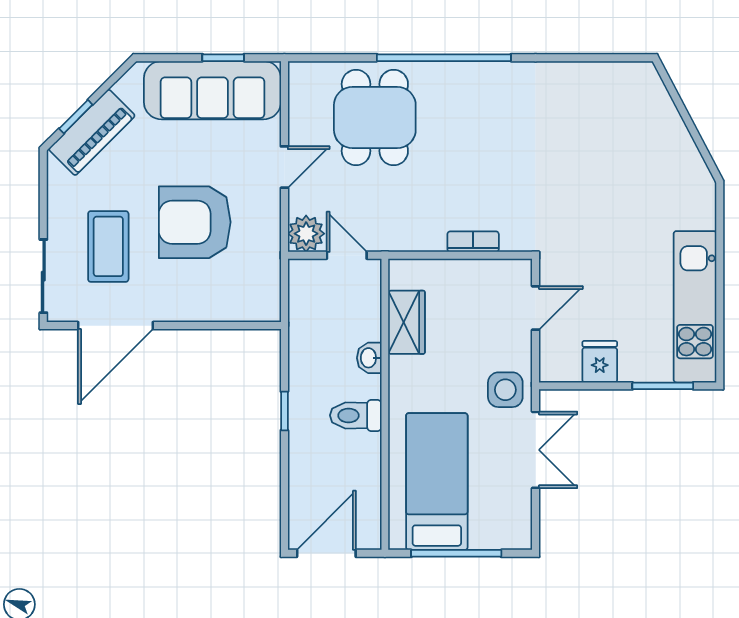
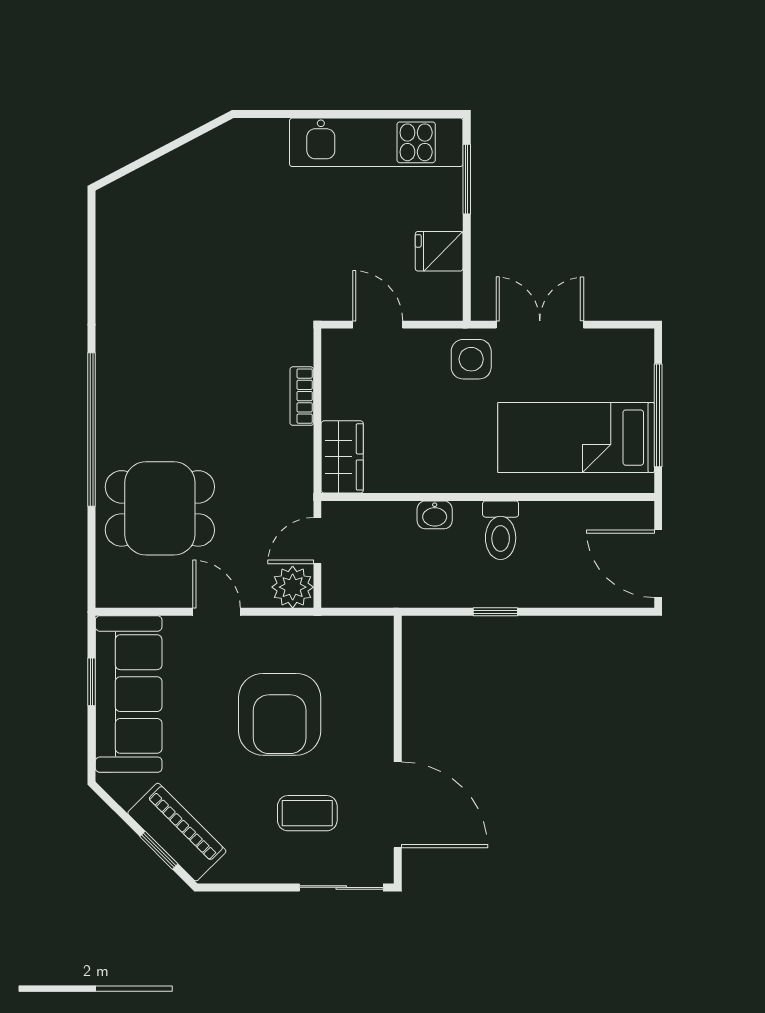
coffee table: (108, 246) -> (307, 813), width x0.73, depth x0.77
wardrobe: (407, 322) -> (342, 457), moved, turned 90

